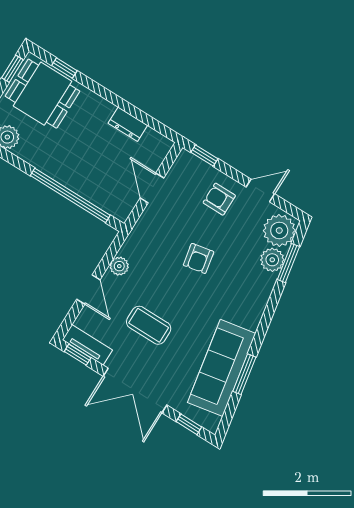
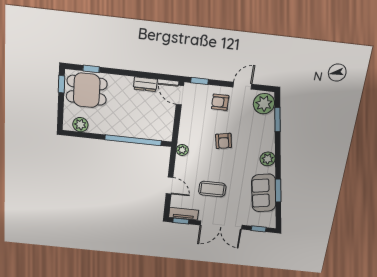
door: (152, 188) -> (180, 95), moved
plant: (272, 260) -> (268, 159), moved
plant: (119, 266) -> (182, 150), moved
sofa: (222, 368) -> (264, 193), width x0.73

